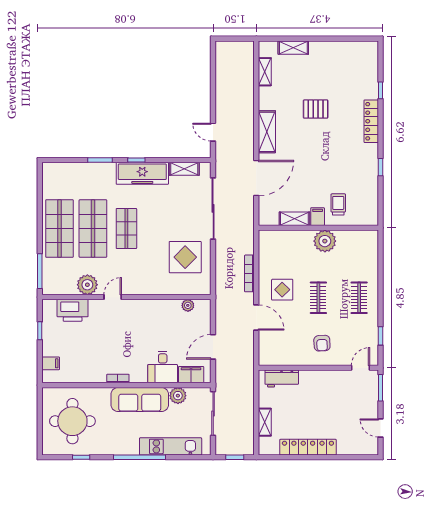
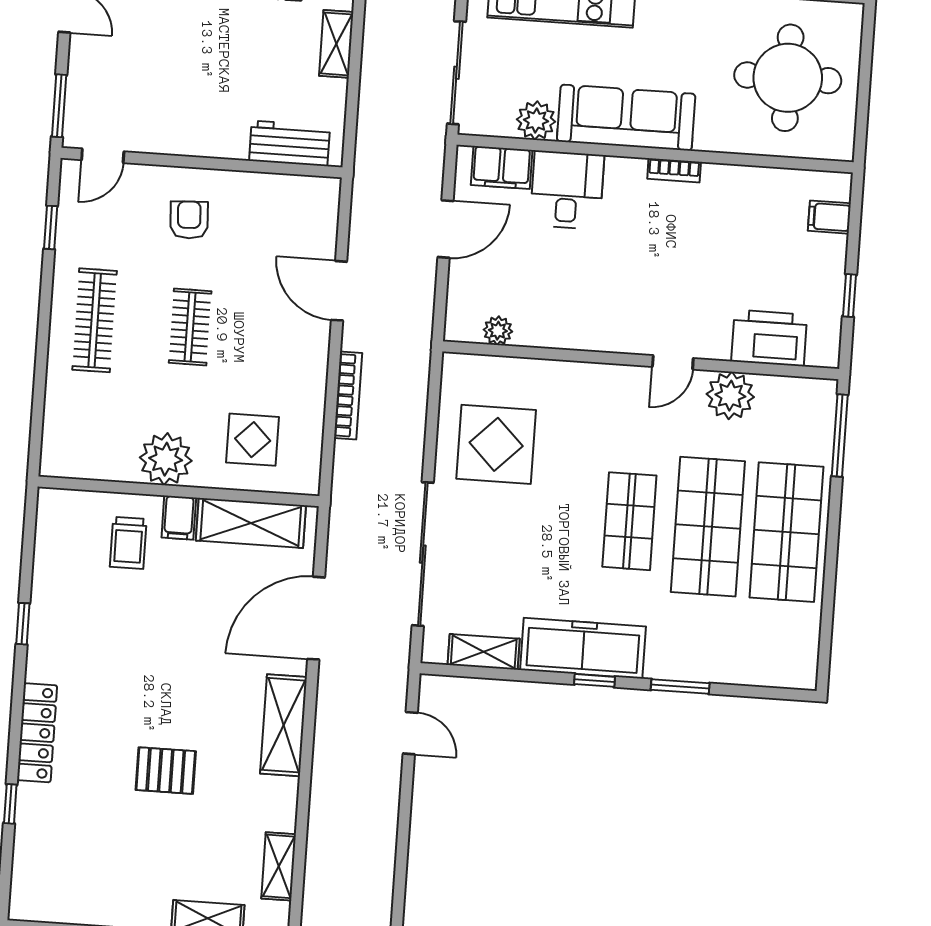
shelving: (294, 219) -> (251, 523), width x1.50, depth x1.33
display table: (282, 290) -> (253, 440), moved
clothes rail: (359, 298) -> (95, 320), width x1.36

